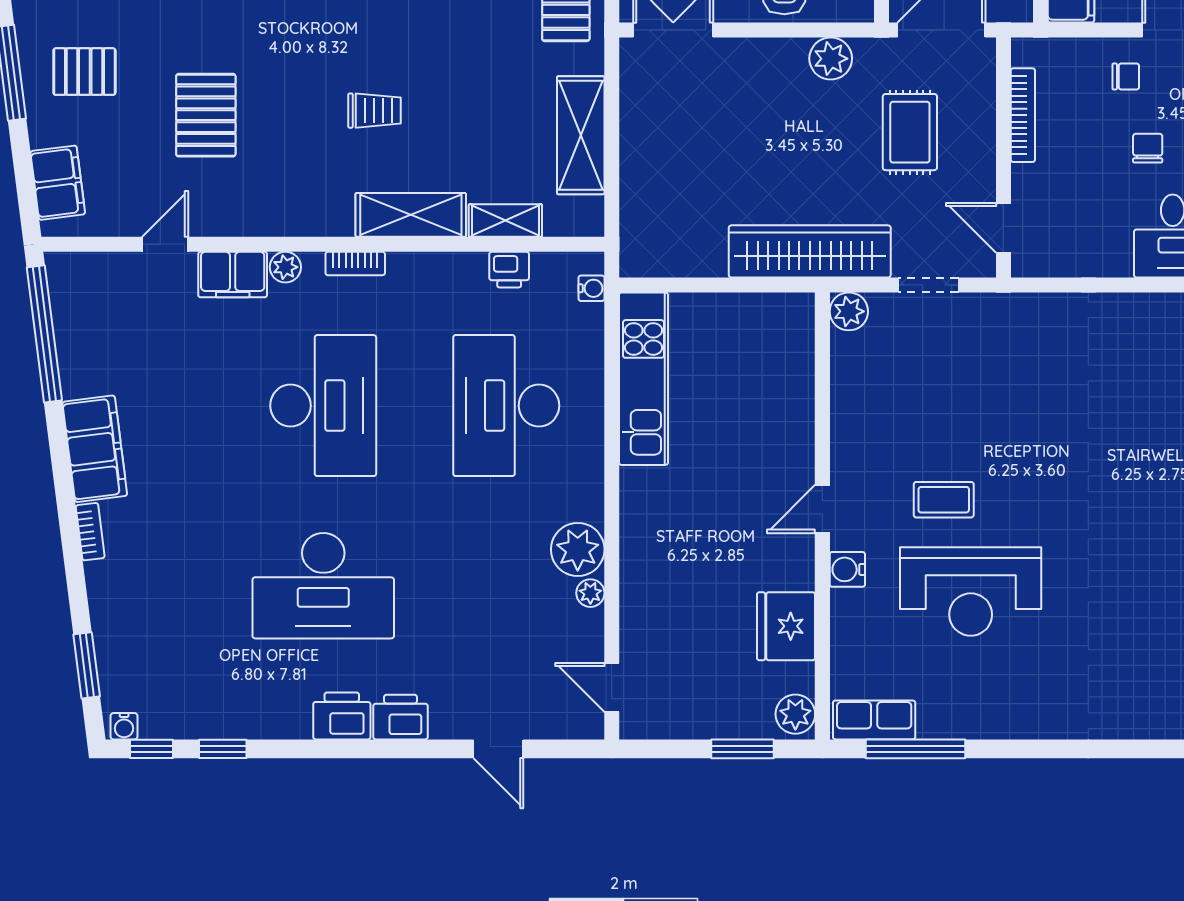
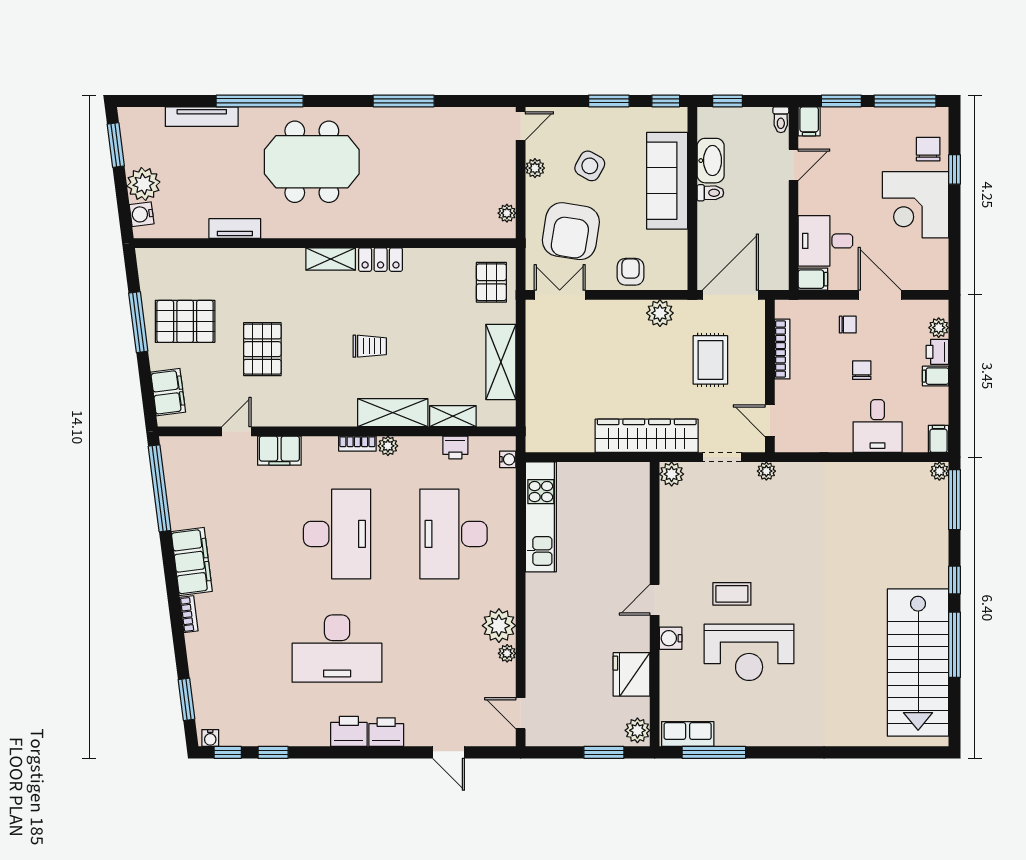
pallet: (84, 72) -> (185, 321), width x1.50, depth x1.42
plant: (285, 267) -> (388, 446), moved
plant: (998, 307) -> (766, 471), added

